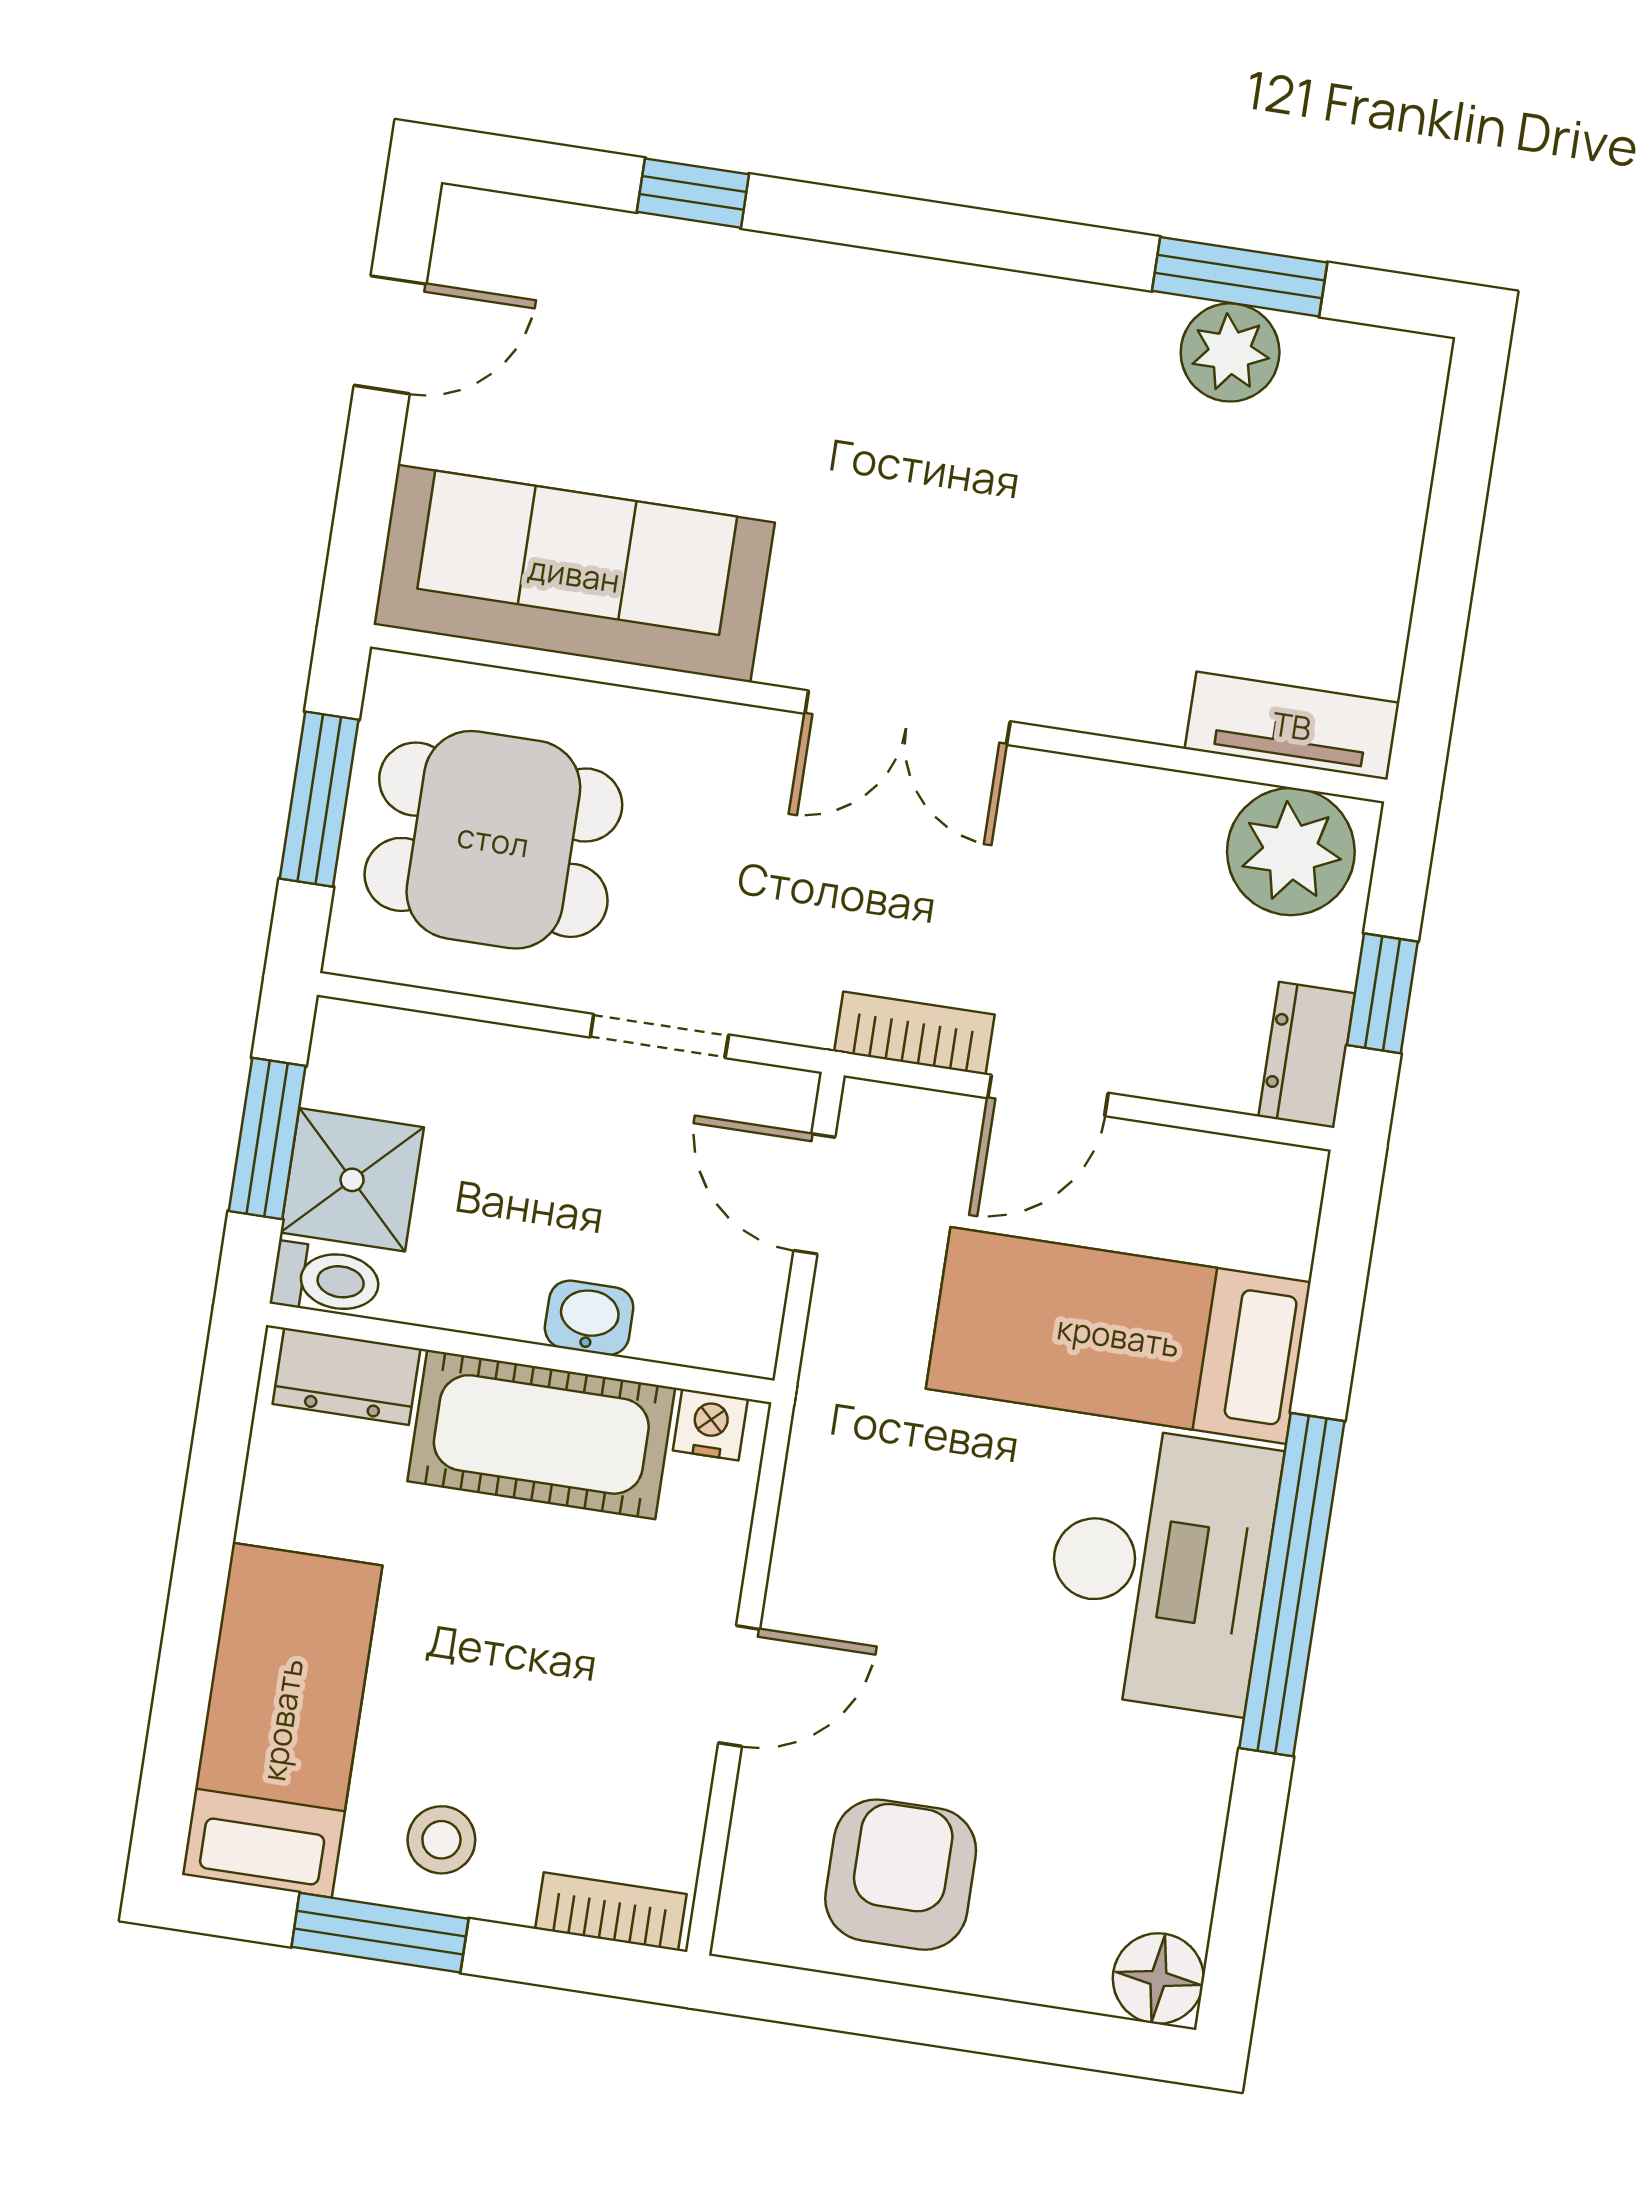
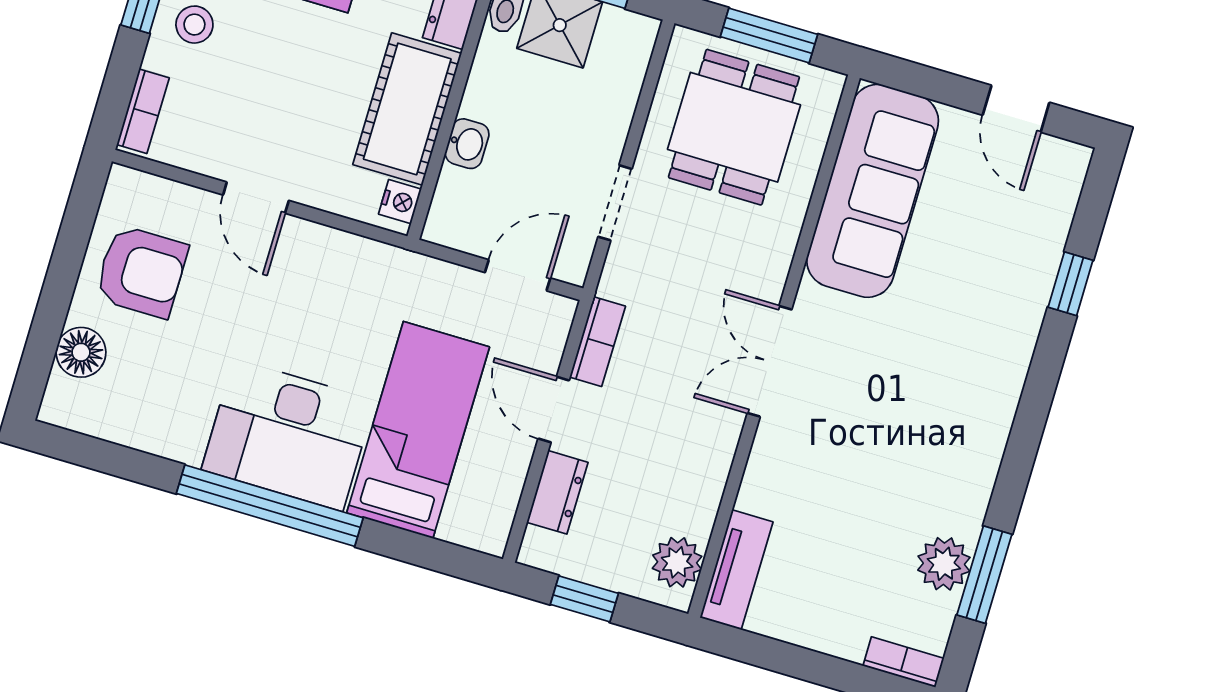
bookcase: (1418, 401) -> (903, 662), added
plant: (1291, 852) -> (677, 562), width x0.73, depth x0.73
dresser: (1307, 1055) -> (557, 492), moved, turned 90
floor lamp: (1158, 1978) -> (81, 352), moved

